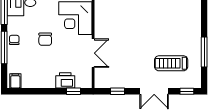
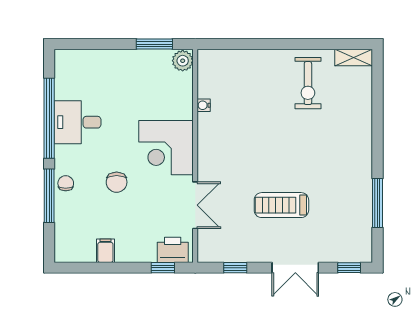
treadmill: (171, 63) -> (281, 205), moved
printer: (65, 80) -> (173, 250), moved
filing cabinet: (15, 81) -> (105, 251), moved

